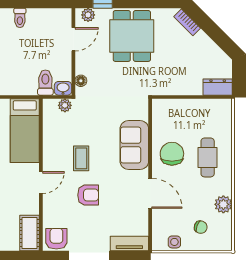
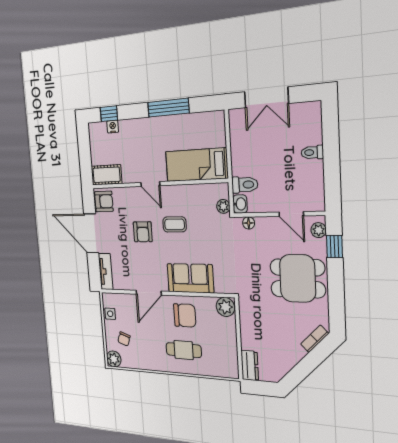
plant: (161, 109) -> (225, 307), added
plant: (223, 204) -> (114, 359), moved

